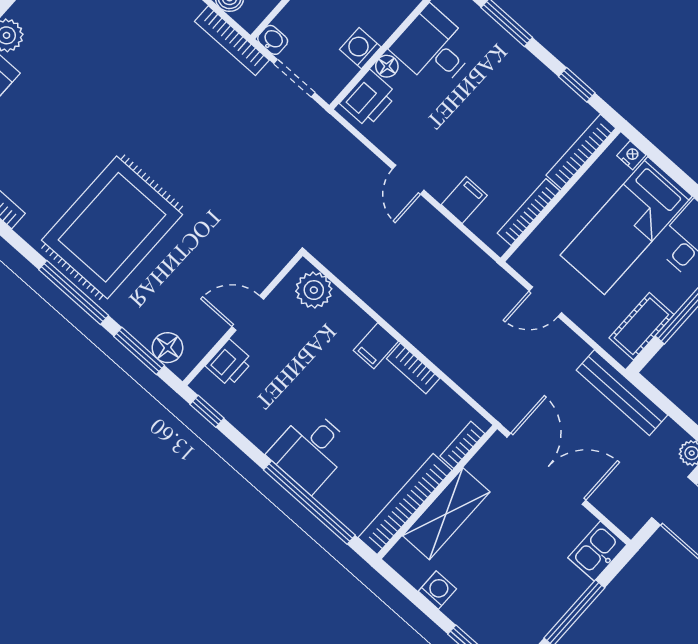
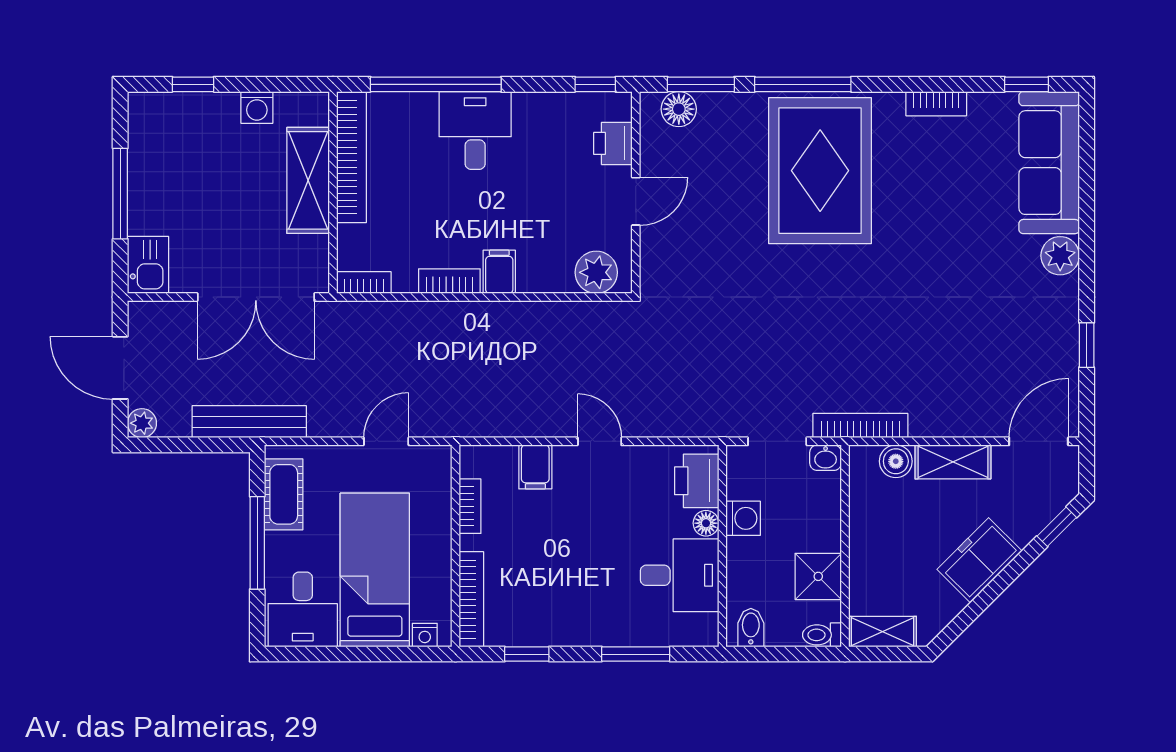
bookcase: (529, 212) -> (470, 506), width x0.64
bookcase: (462, 445) -> (364, 283), moved, turned -90

